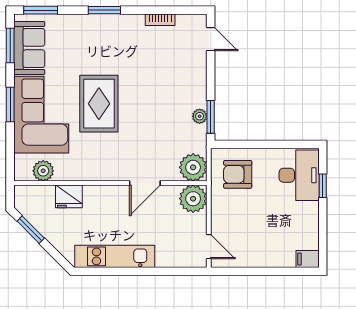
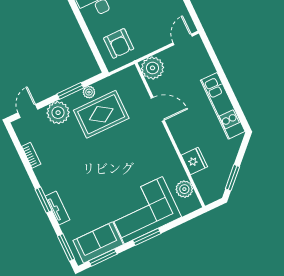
tv unit: (88, 21) -> (58, 208), added
rug: (99, 104) -> (101, 114), moved
window: (211, 117) -> (70, 91), moved
plant: (193, 167) -> (58, 113), moved

